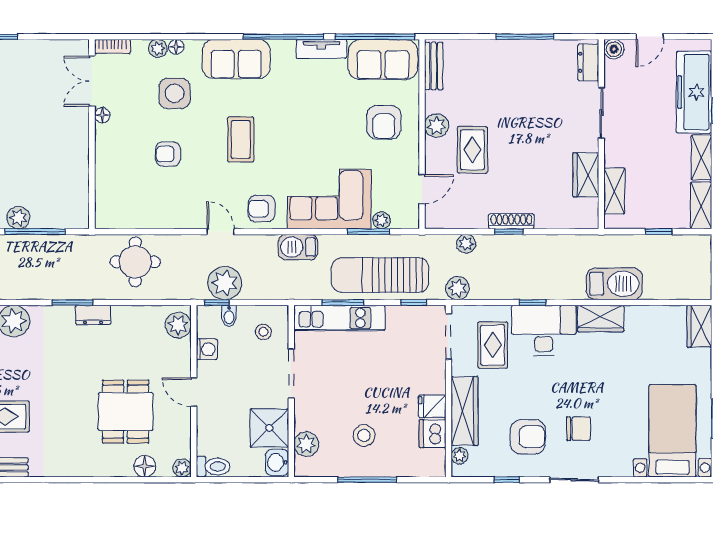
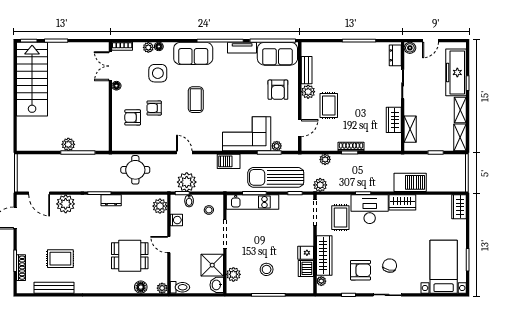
bench: (434, 66) -> (307, 70), moved
armchair: (262, 209) -> (133, 117), moved
dining table: (126, 412) -> (130, 256), turned 90
chair: (579, 429) -> (390, 266), turned -77

